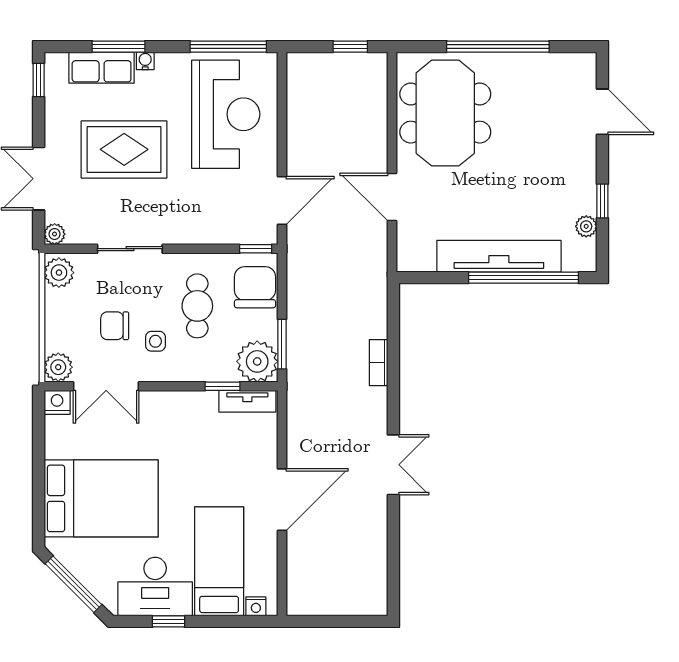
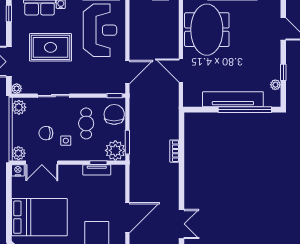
tv unit: (247, 401) -> (97, 170), moved
double door: (393, 465) -> (182, 224), moved

